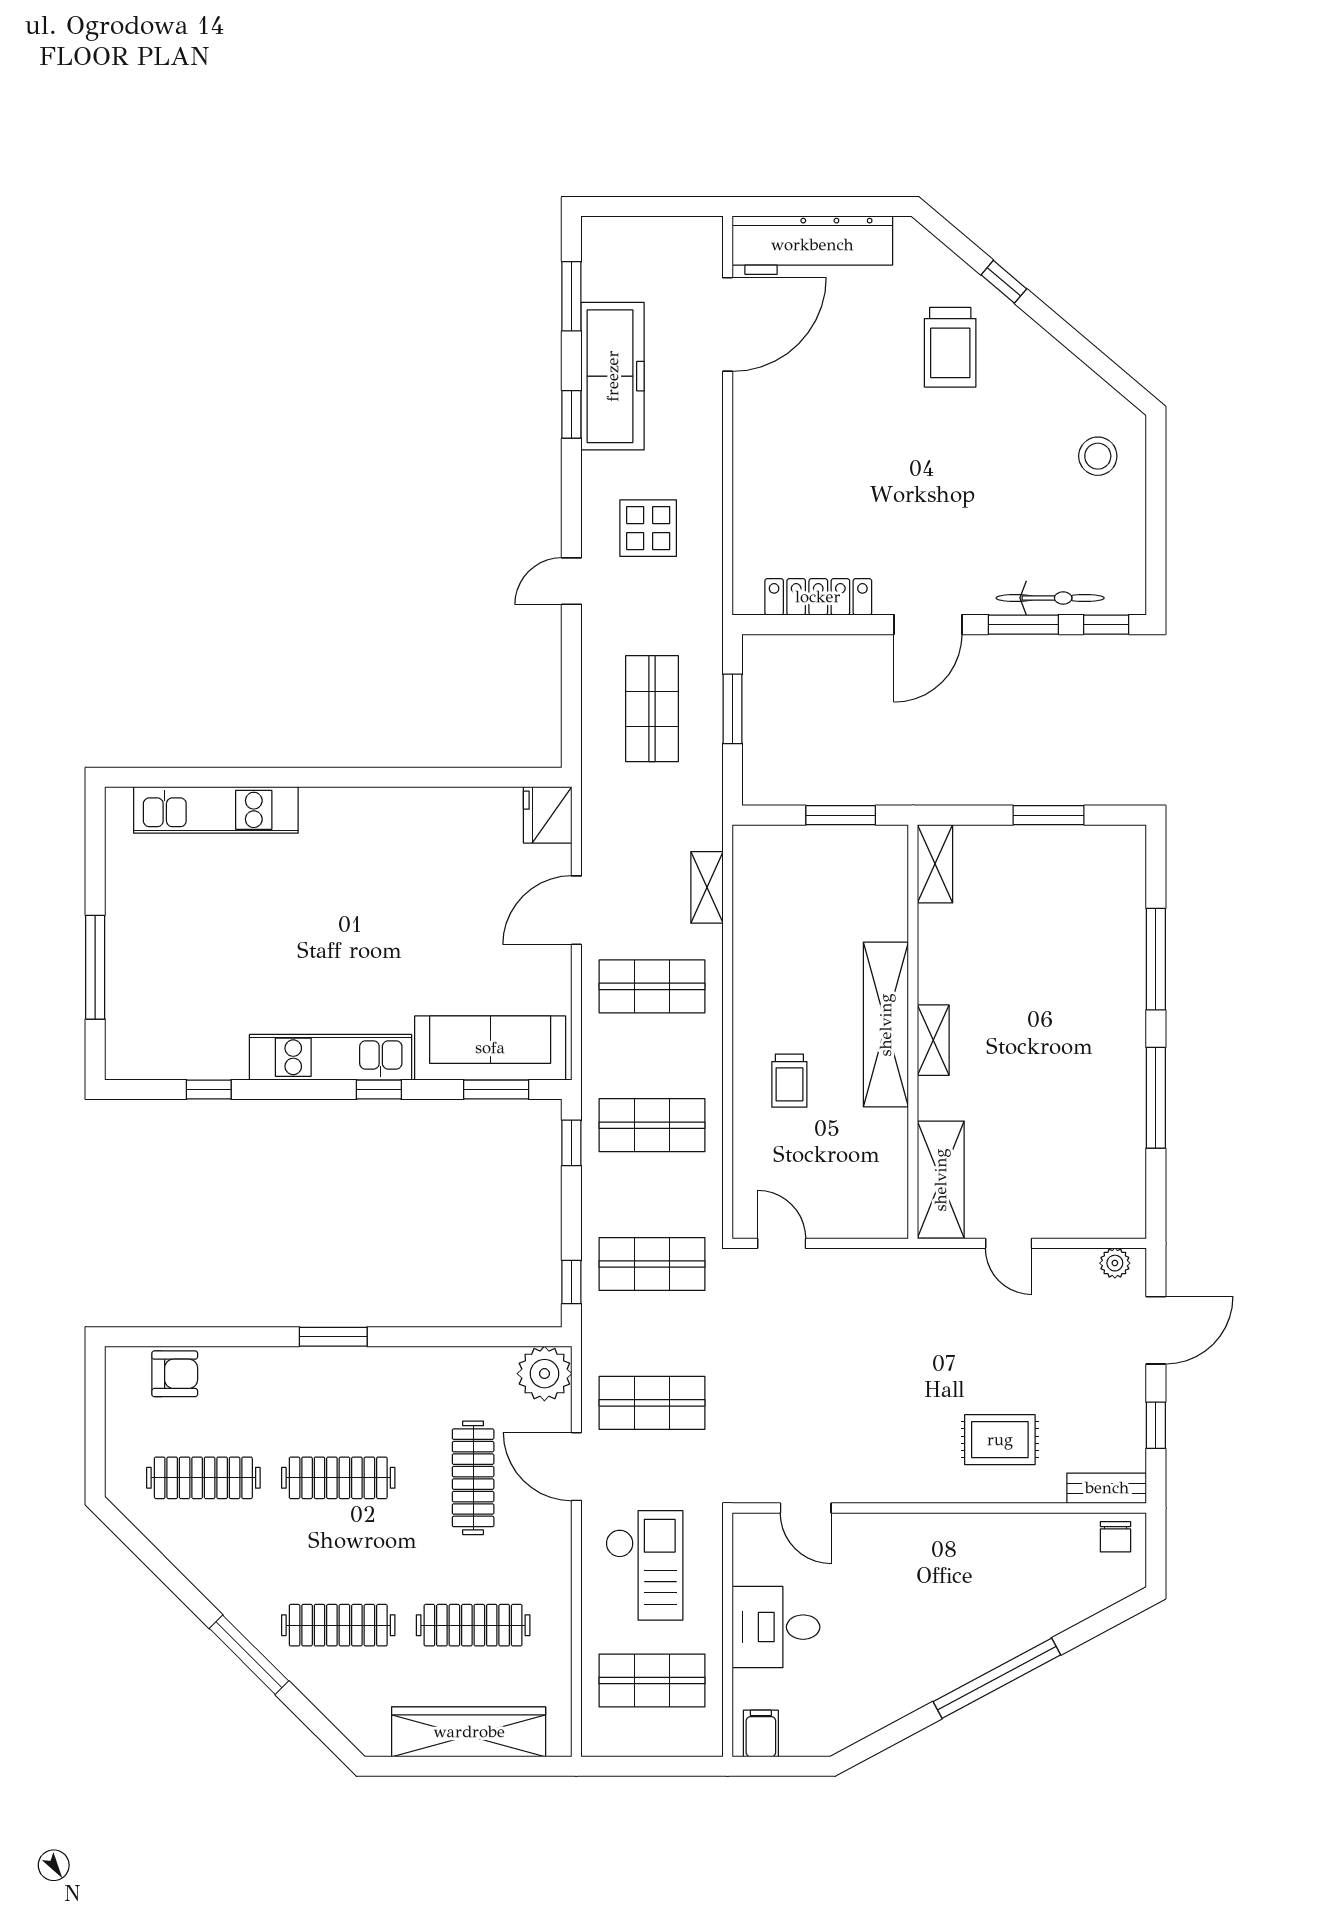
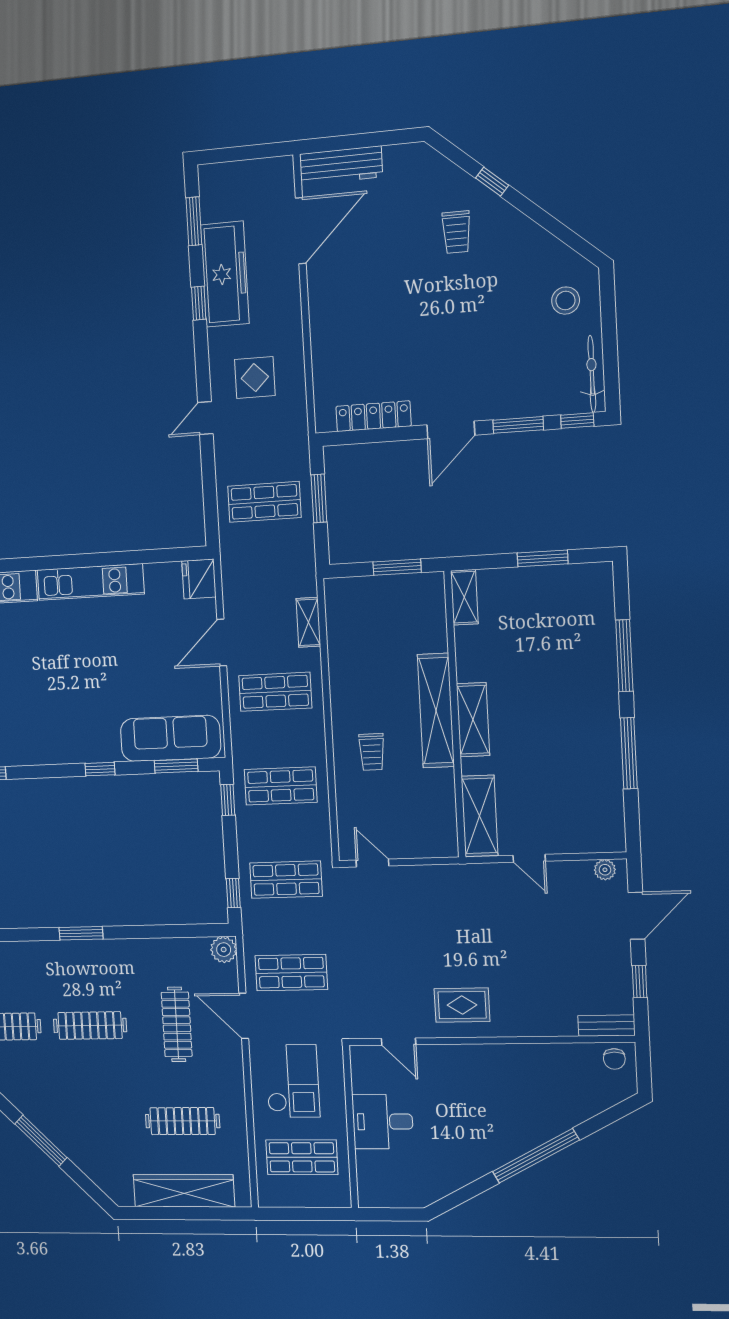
workbench: (812, 245) -> (341, 165), width x0.73, depth x0.76
trolley: (950, 347) -> (456, 232), width x0.73, depth x0.72
bicycle: (1050, 598) -> (592, 374), moved, turned -90
shop shelf: (652, 709) -> (264, 502), turned 90
shelving: (933, 1040) -> (473, 720), width x1.50, depth x1.33
kitchen unit: (331, 1057) -> (91, 582), moved, turned 180
plant: (544, 1374) -> (224, 950), width x0.73, depth x0.73
rug: (1000, 1440) -> (462, 1005), moved
clothes rail: (338, 1625) -> (96, 1121), removed
filing cabinet: (761, 1733) -> (376, 1193), removed

